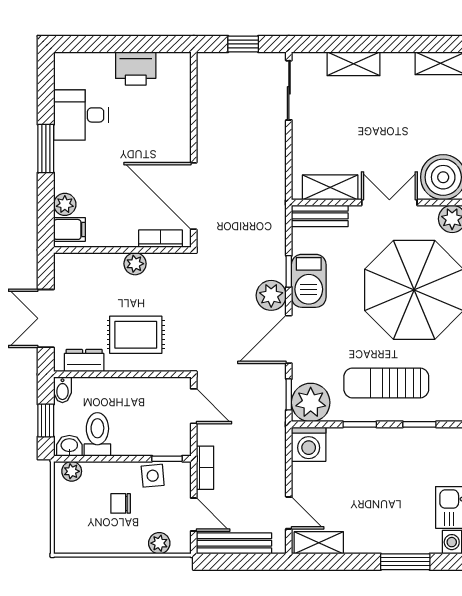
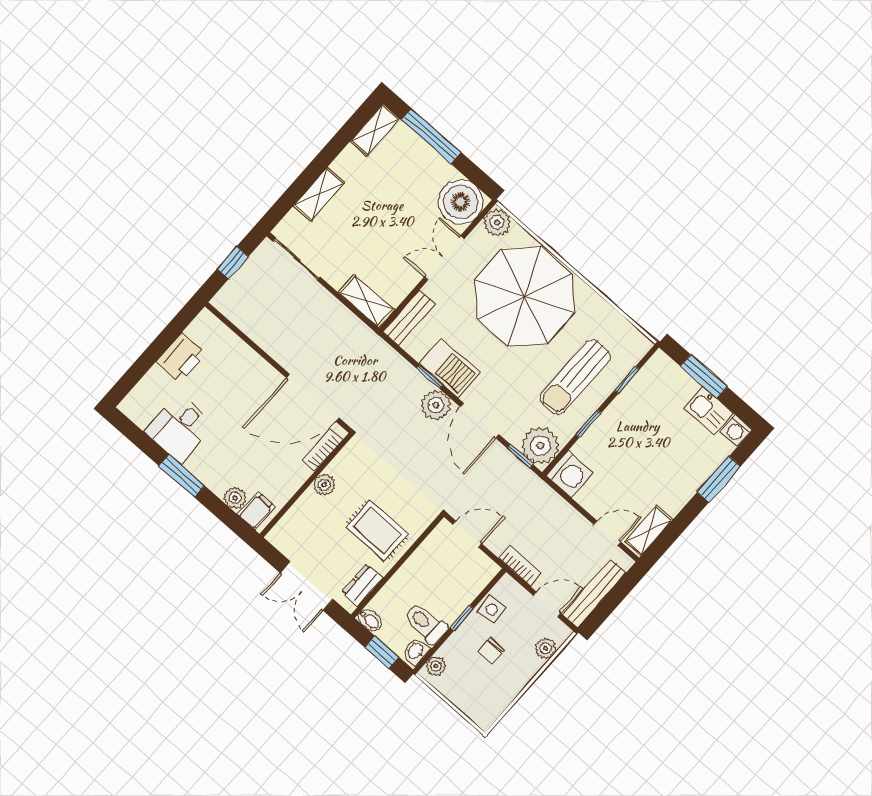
shelving: (330, 187) -> (366, 301), moved, turned 90
rug: (136, 335) -> (377, 530), turned 90
window: (167, 459) -> (462, 618), moved

